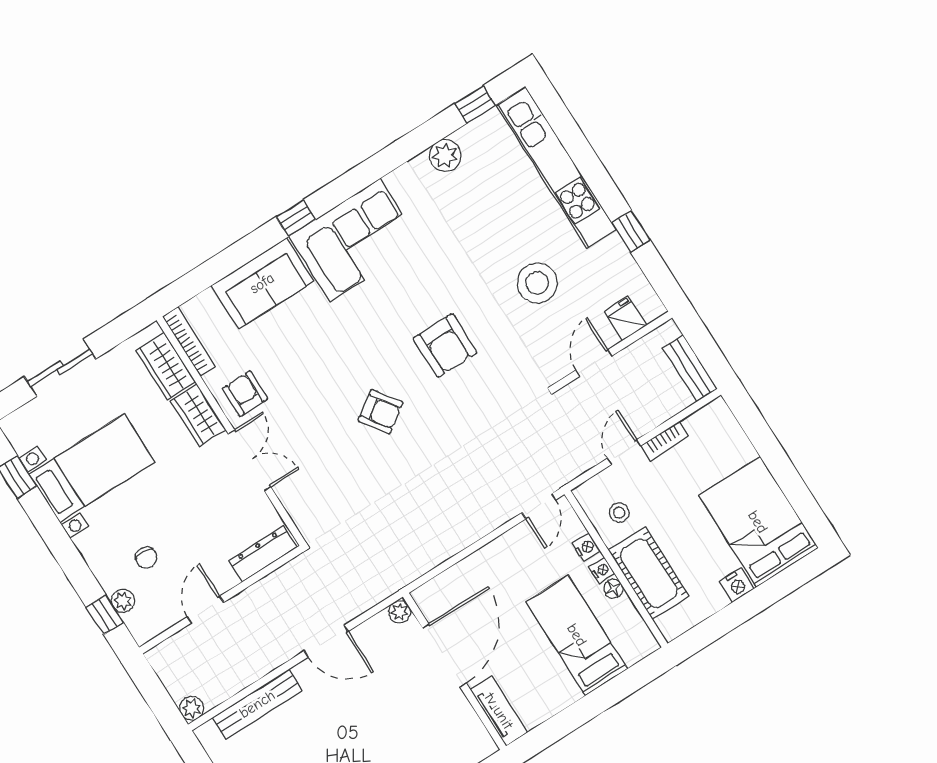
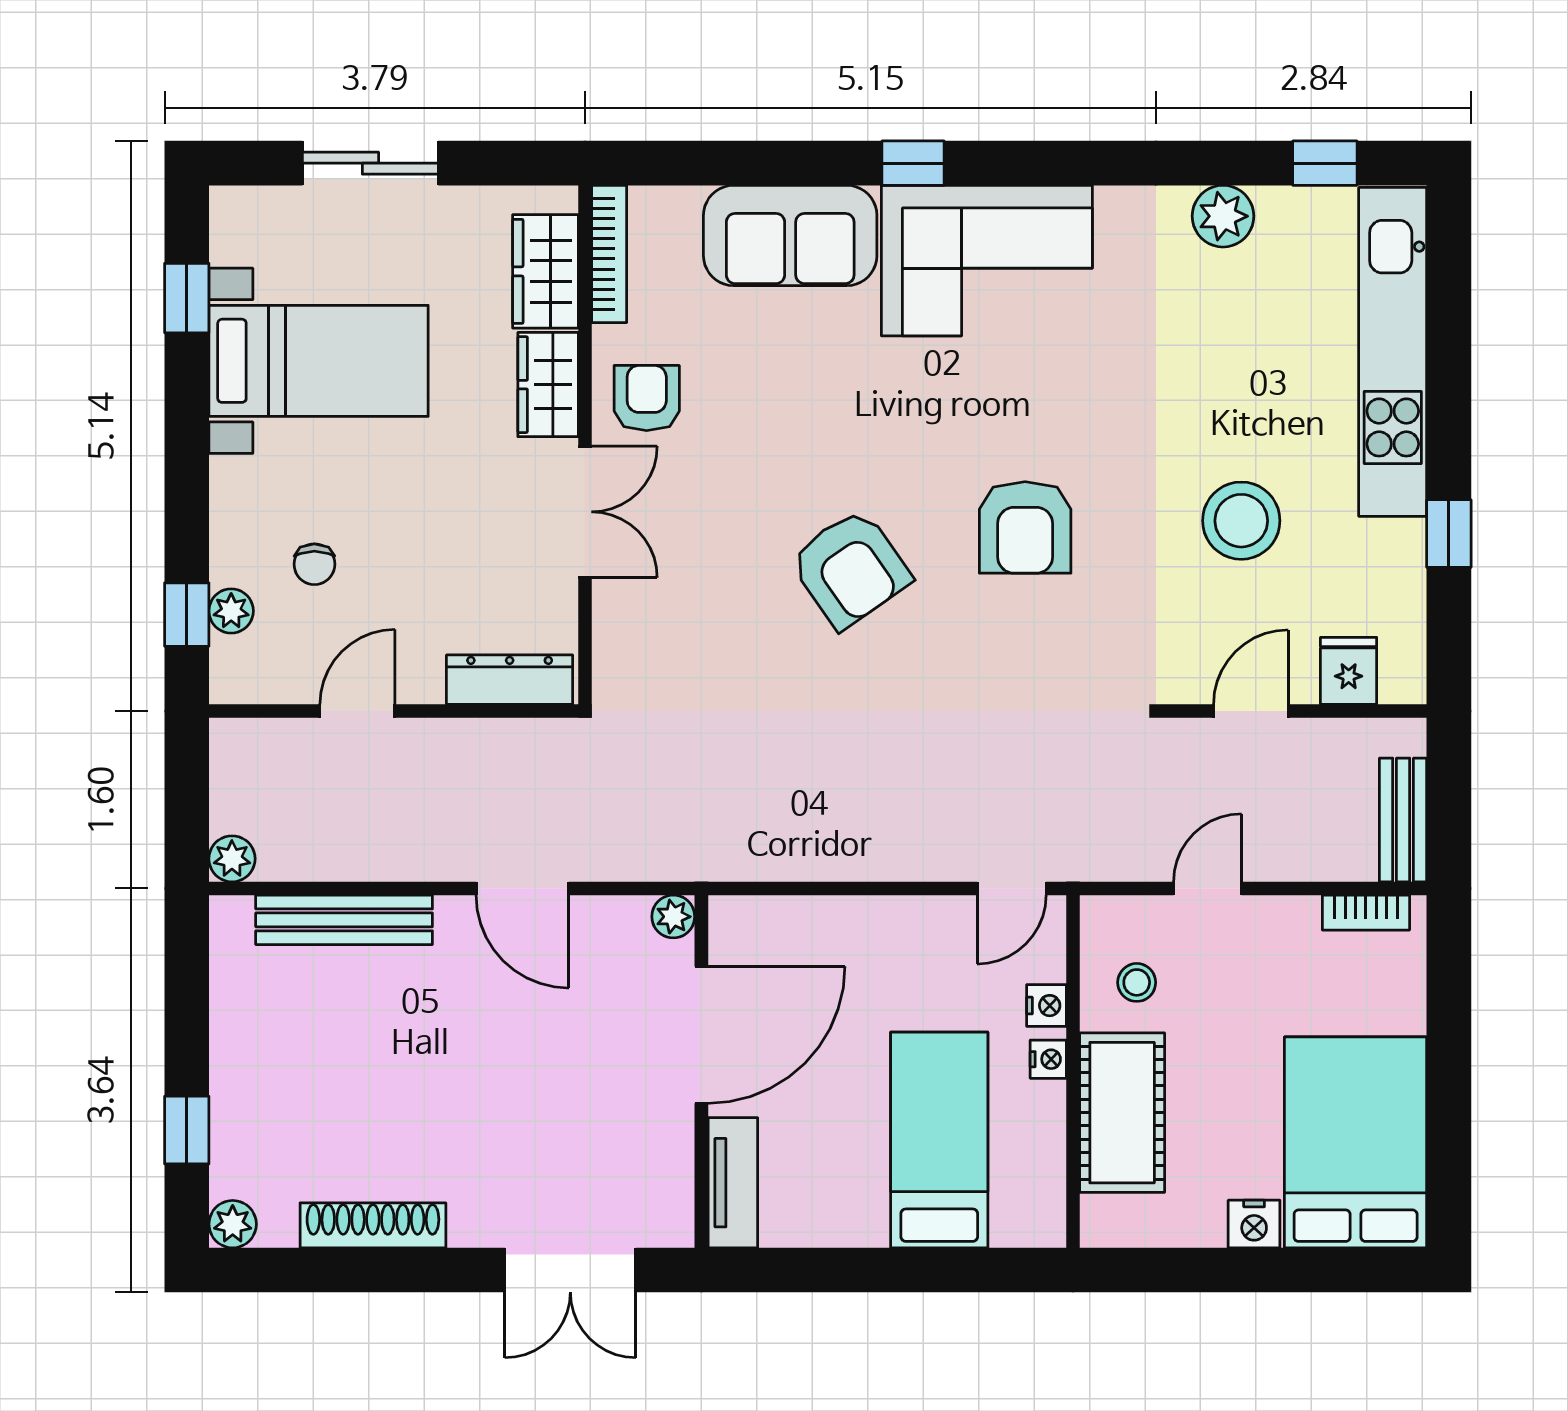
armchair: (380, 412) -> (850, 569), width x1.38, depth x1.38
bookcase: (665, 441) -> (1366, 913), moved
floor lamp: (613, 589) -> (1048, 1101), removed

